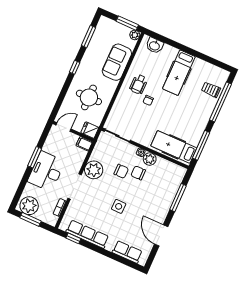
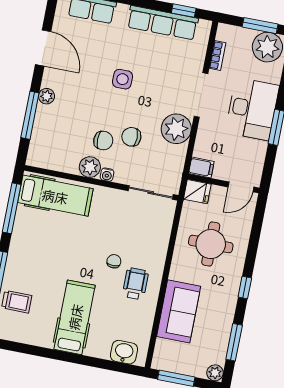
plant: (135, 35) -> (215, 373), moved
plant: (166, 207) -> (47, 96), added

